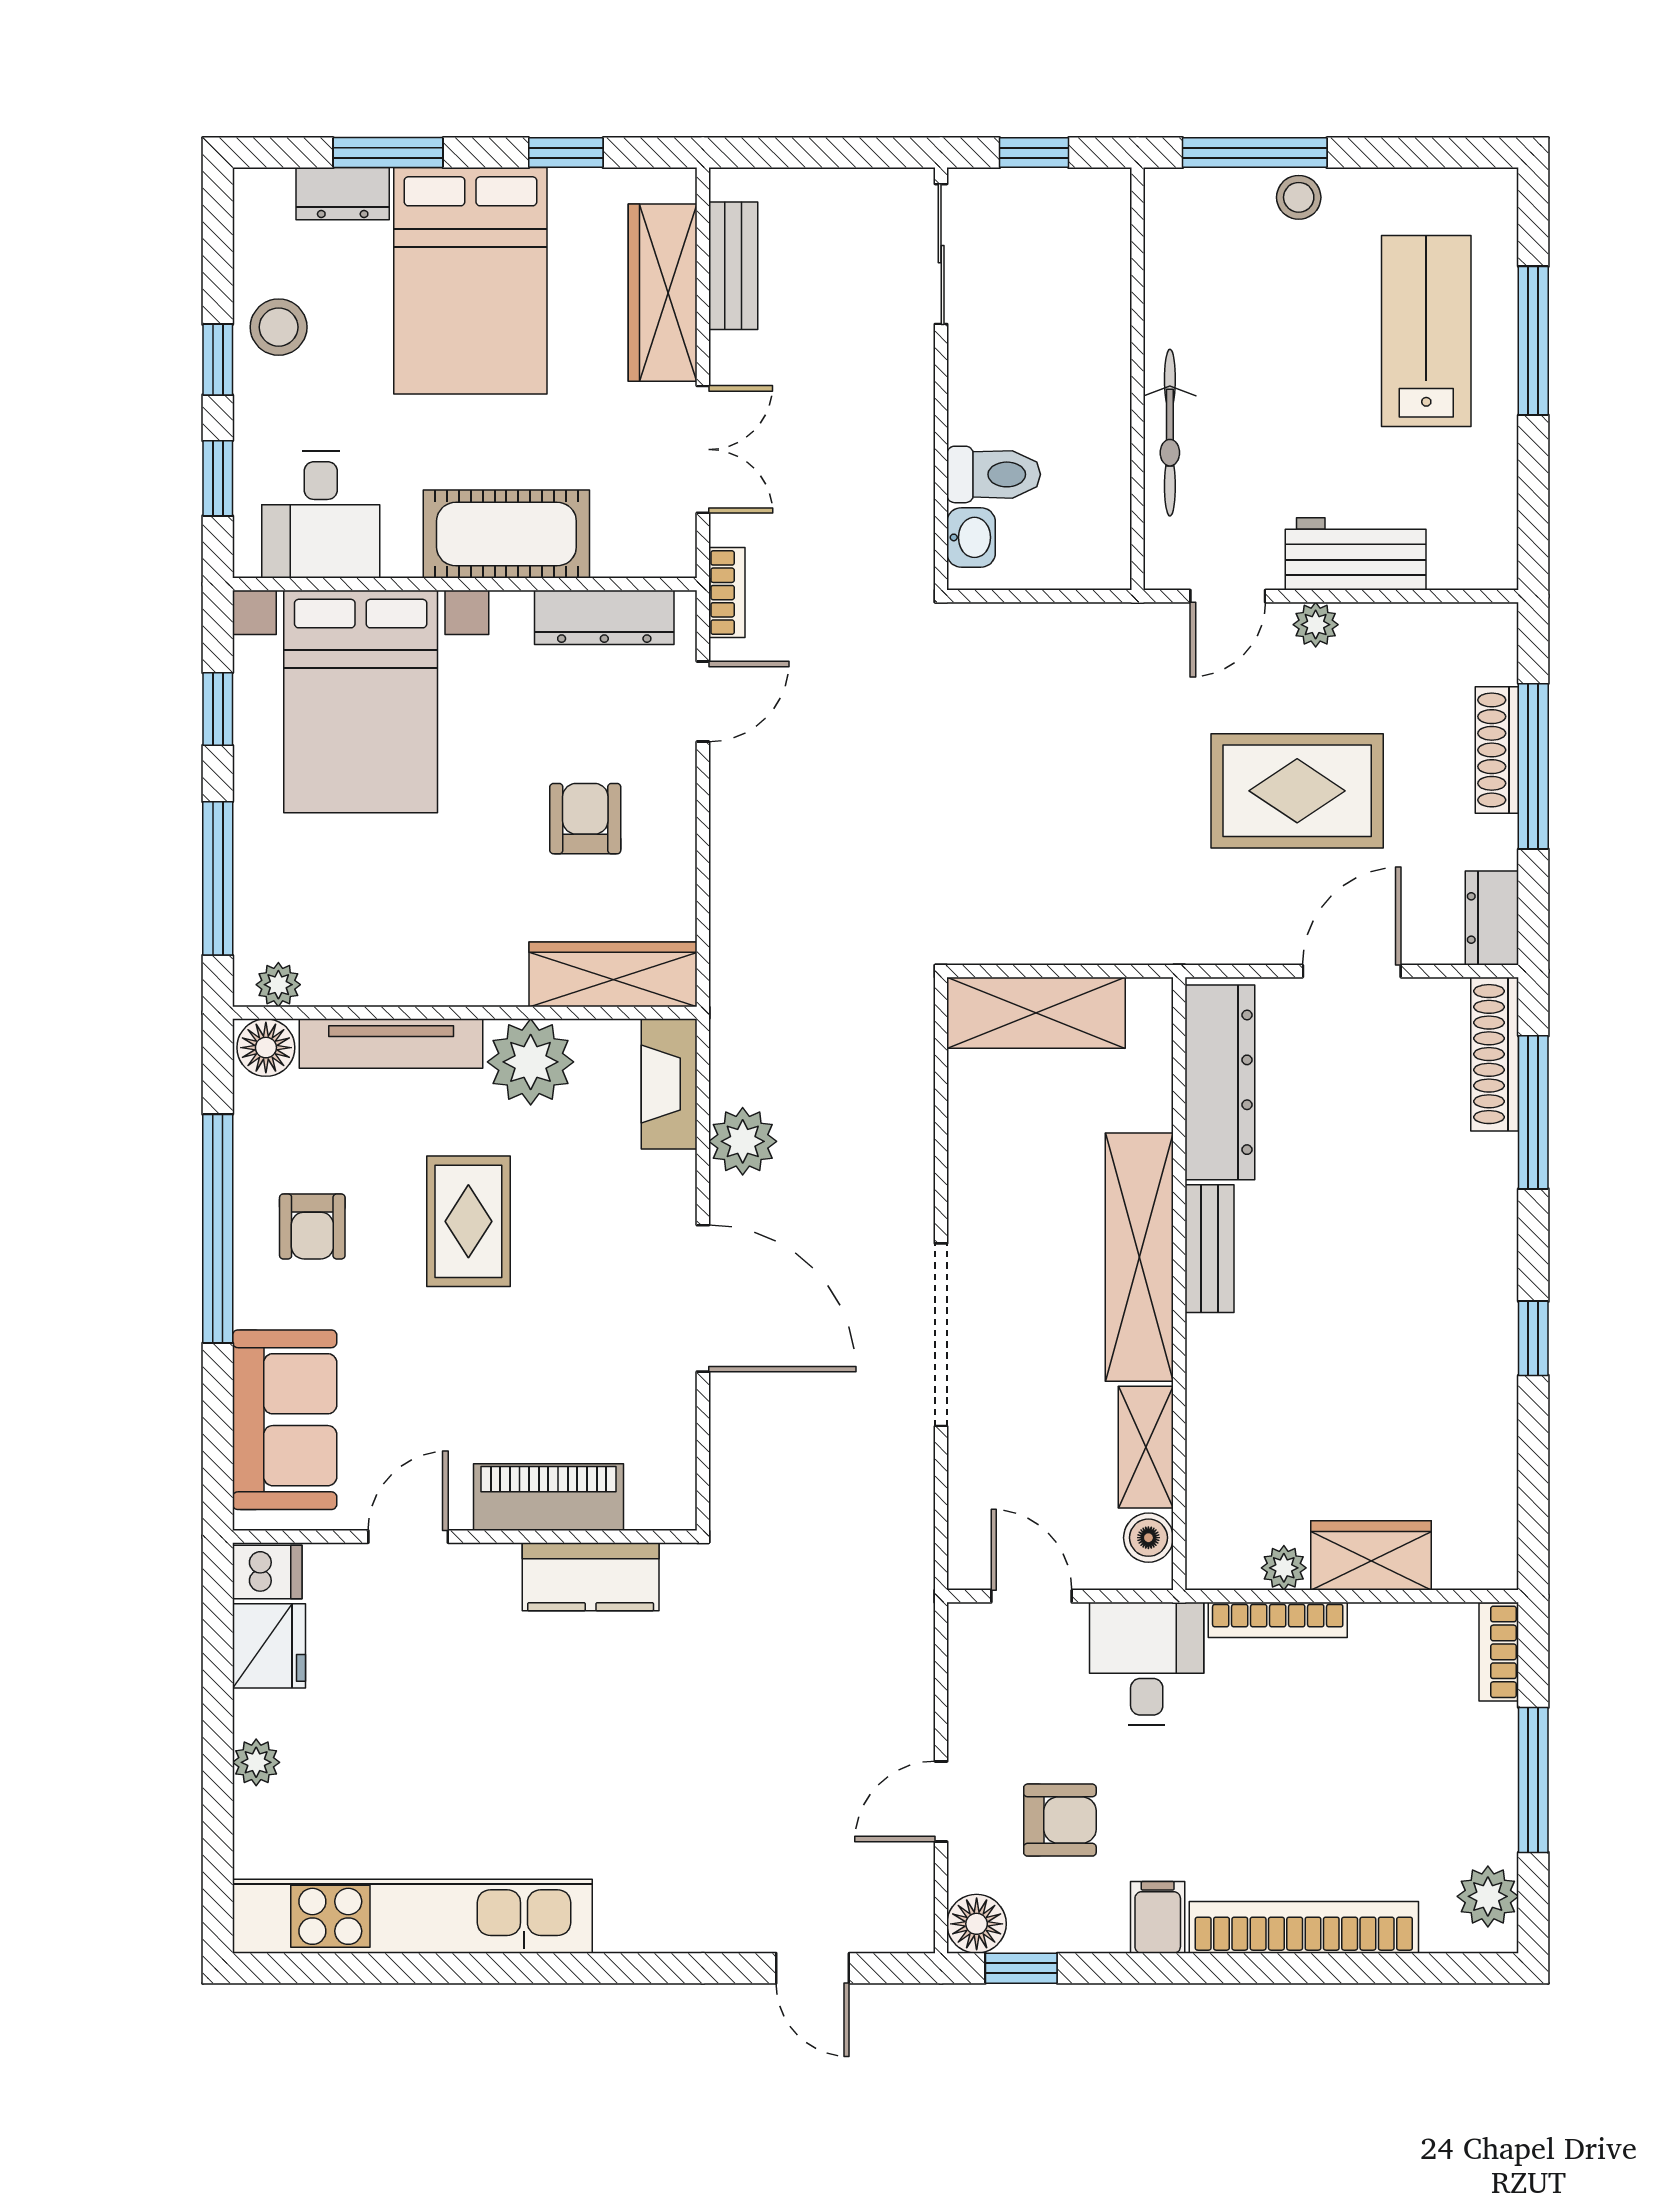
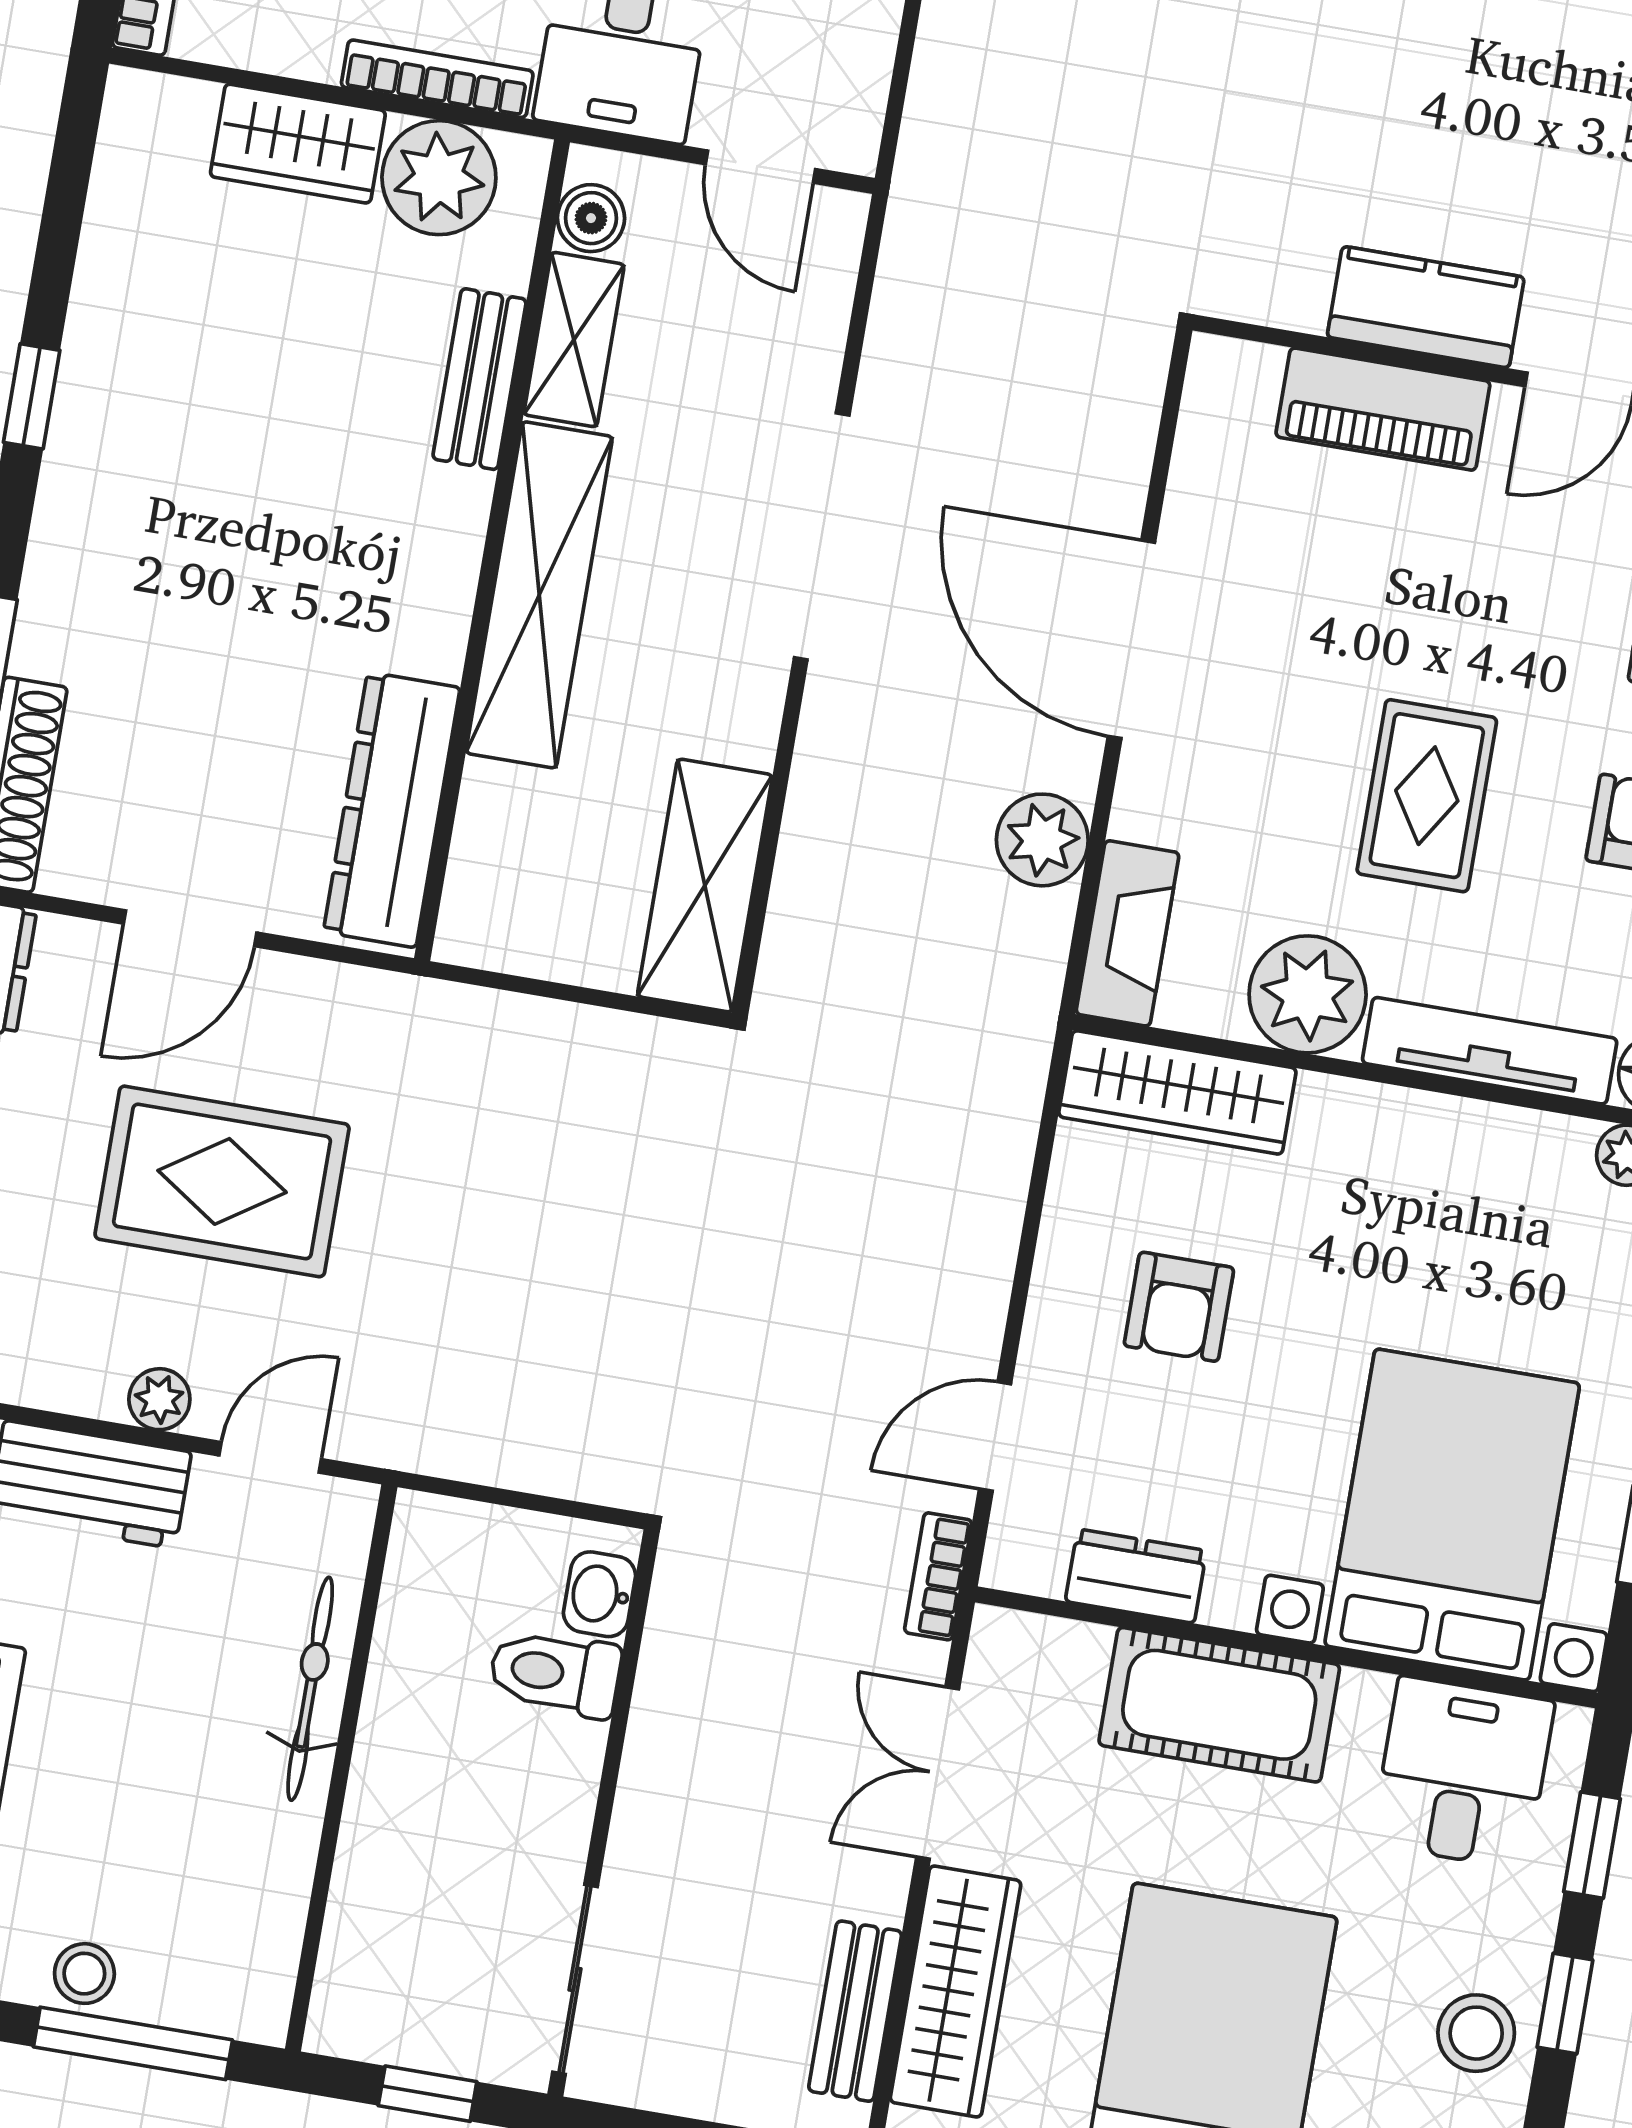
dresser: (604, 617) -> (1136, 1576), width x0.70
shelving: (1036, 1013) -> (705, 886), moved, turned 90
bench: (1210, 1249) -> (480, 379), moved
plant: (1284, 1568) -> (439, 178), width x1.87, depth x1.87
kitchen counter: (591, 1577) -> (1426, 307), moved

